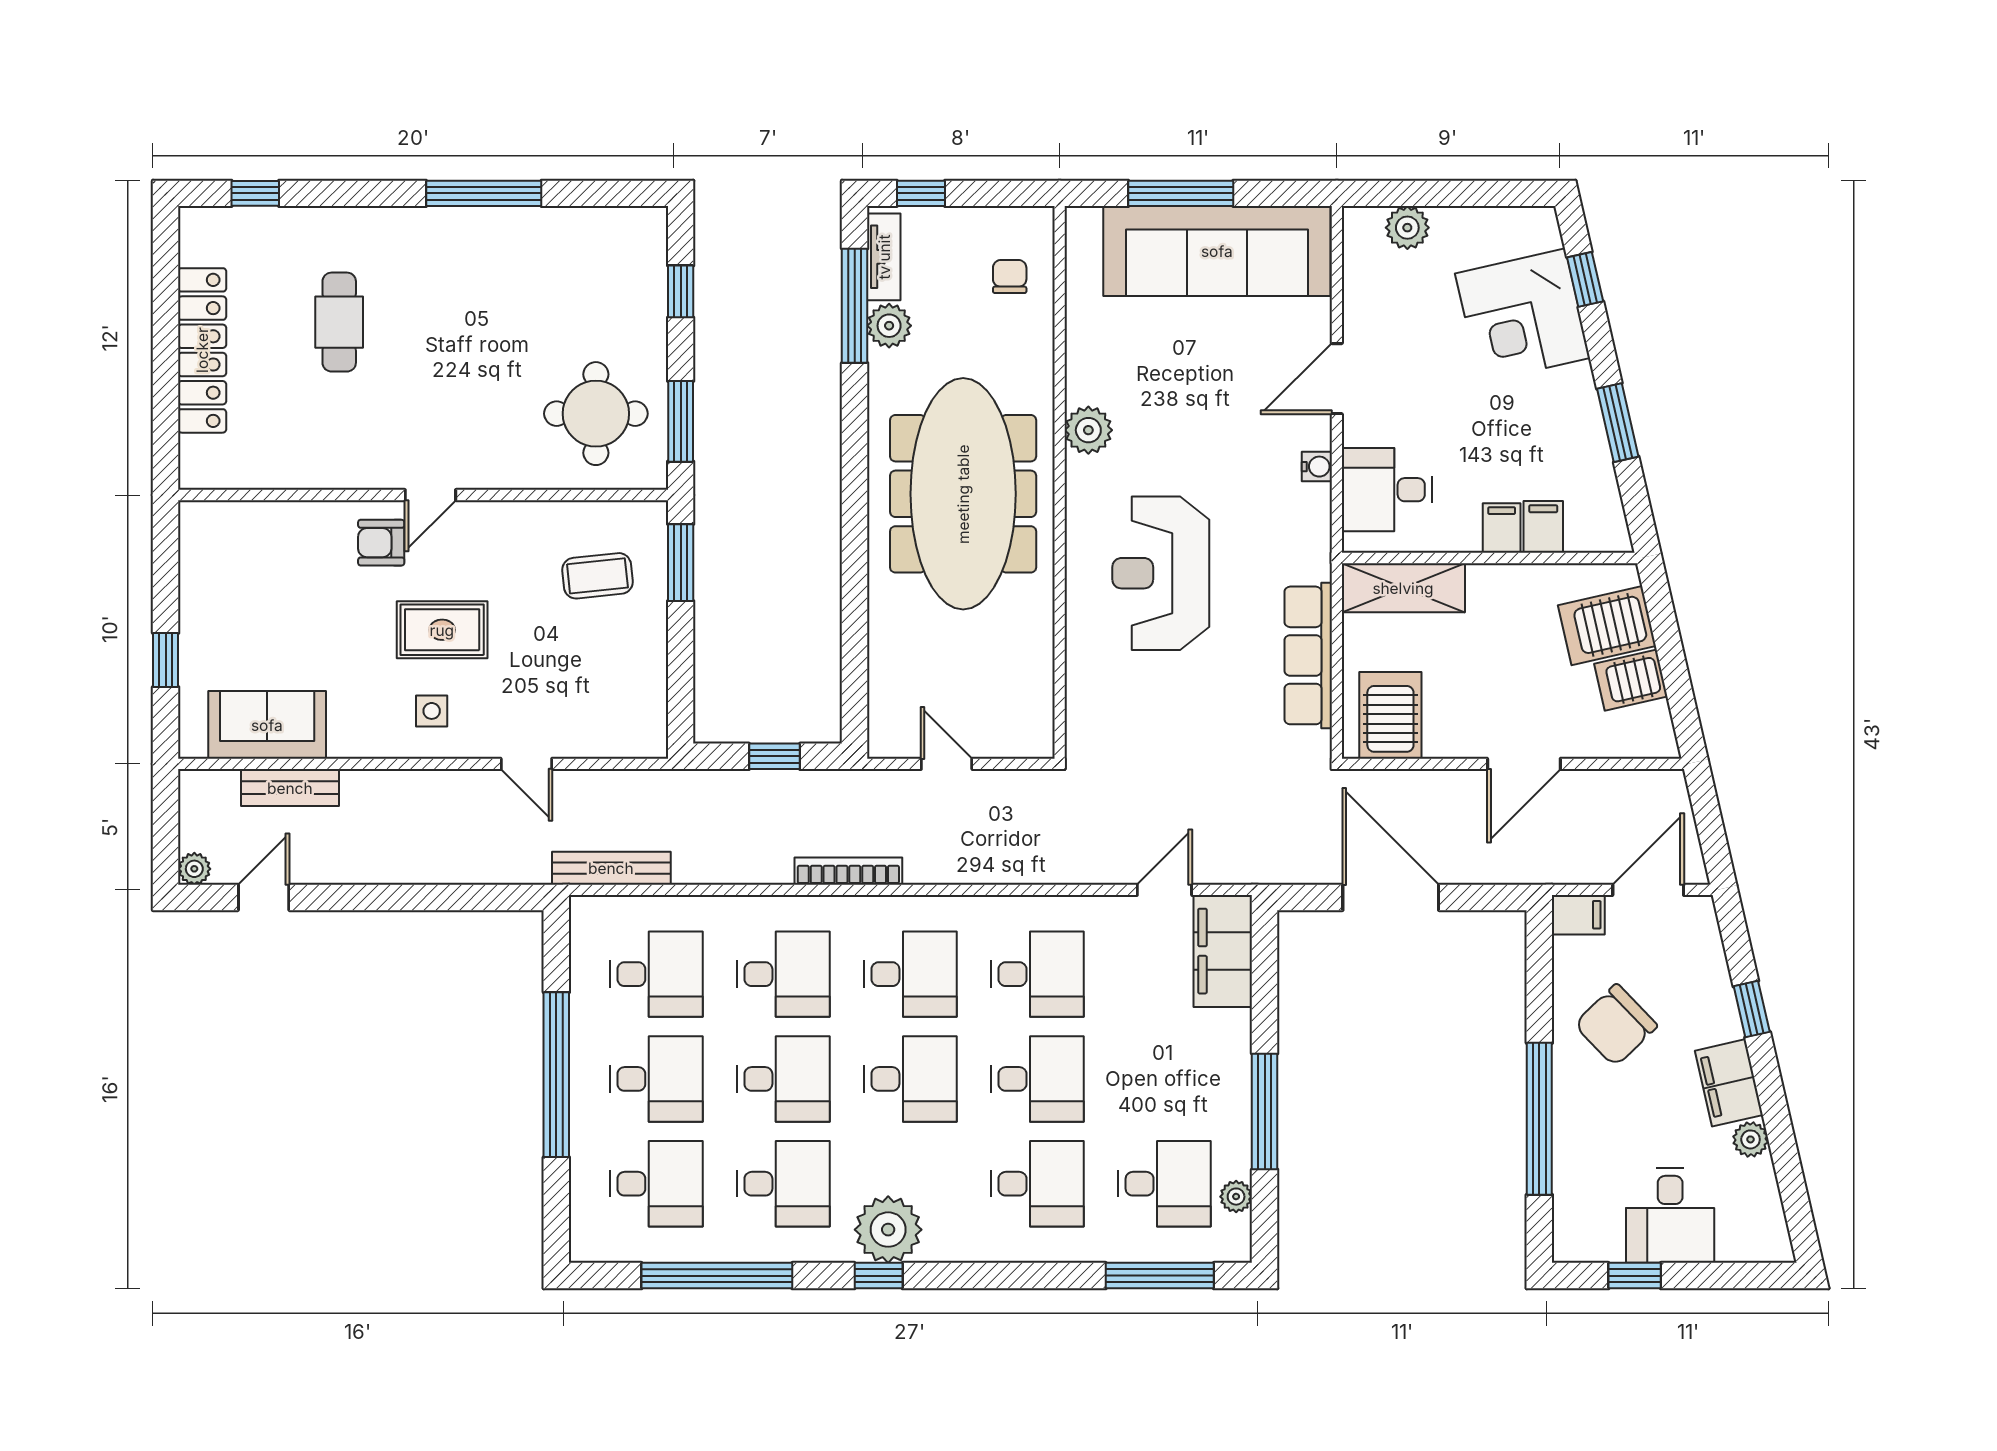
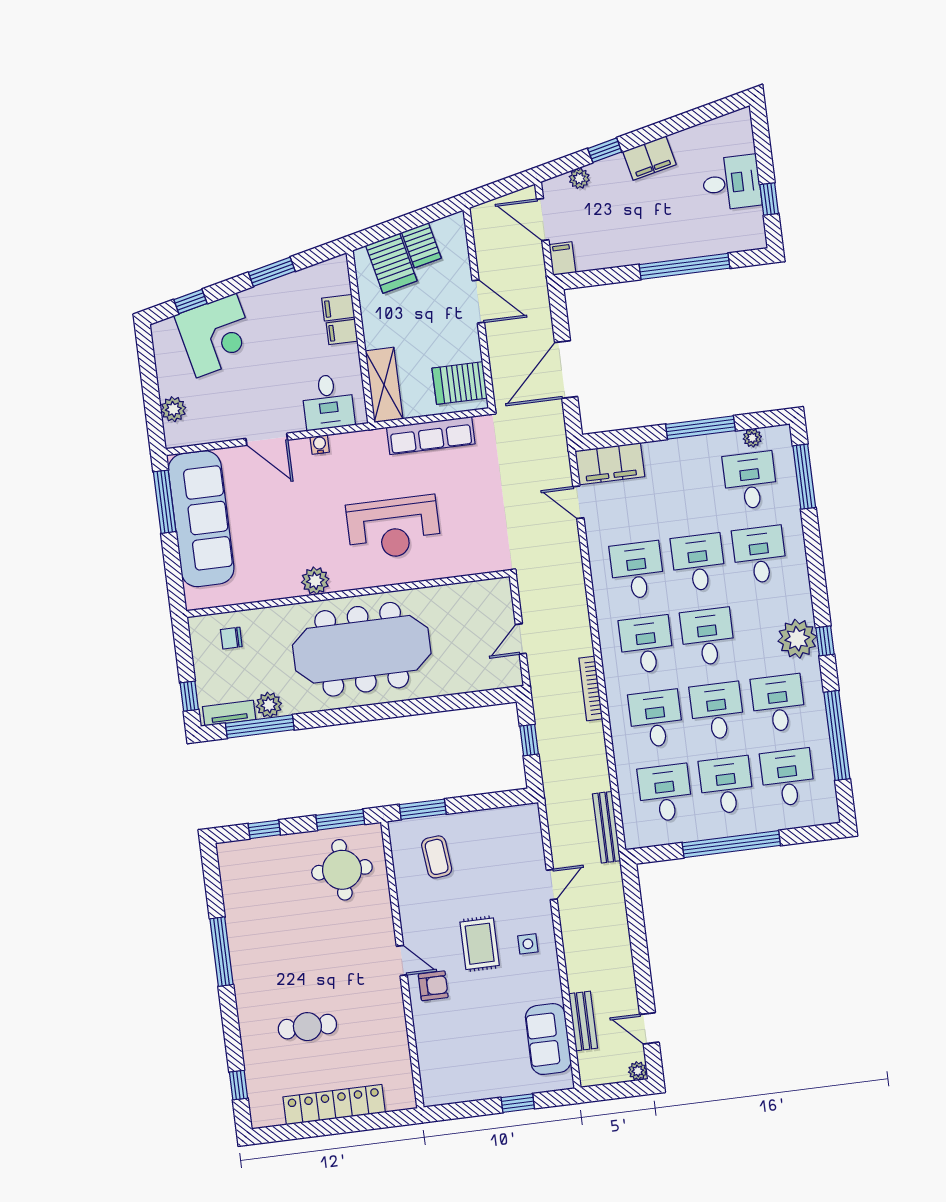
window: (1181, 193) -> (165, 502), moved
armchair: (381, 543) -> (433, 986), turned -90
chair: (1616, 1025) -> (624, 229), removed
plant: (1751, 1139) -> (579, 178), moved

